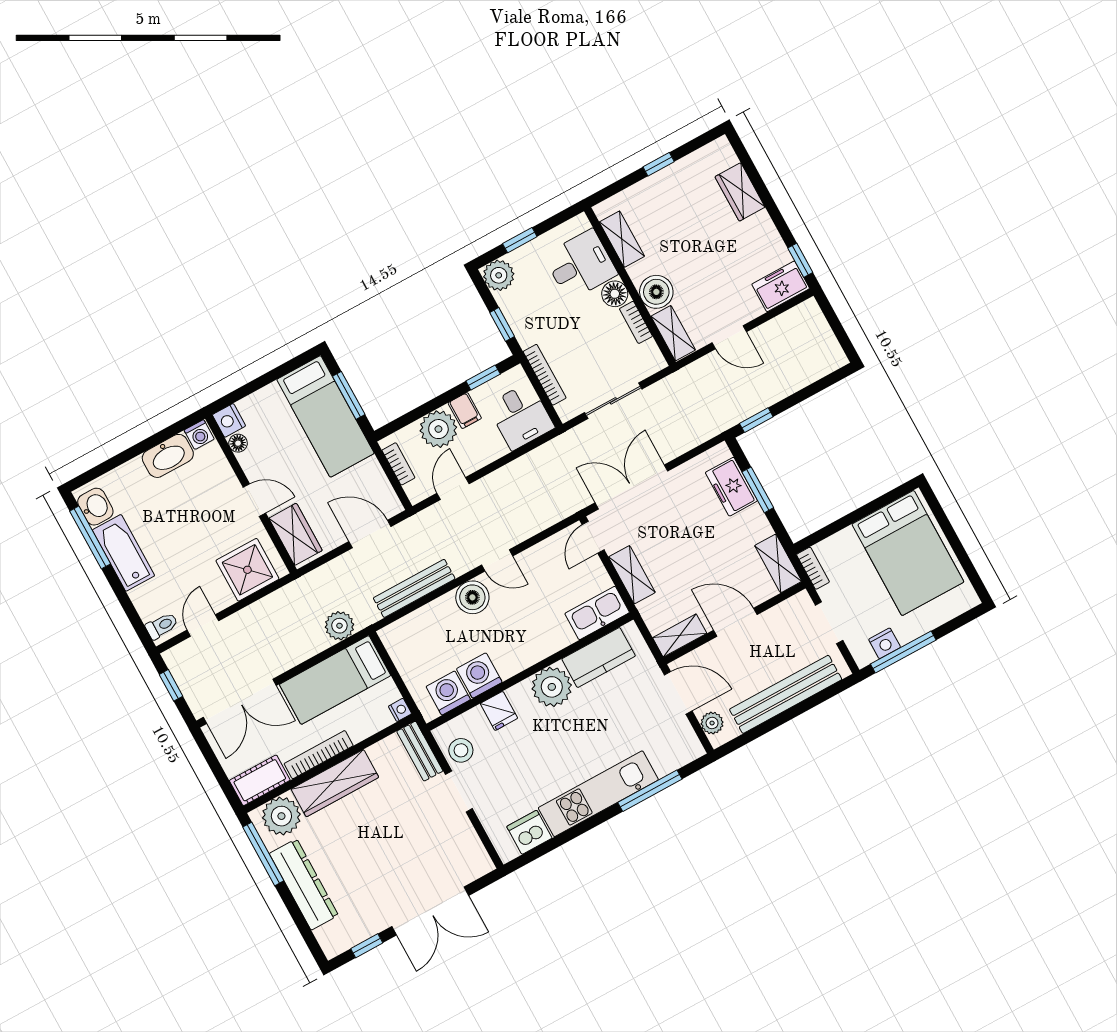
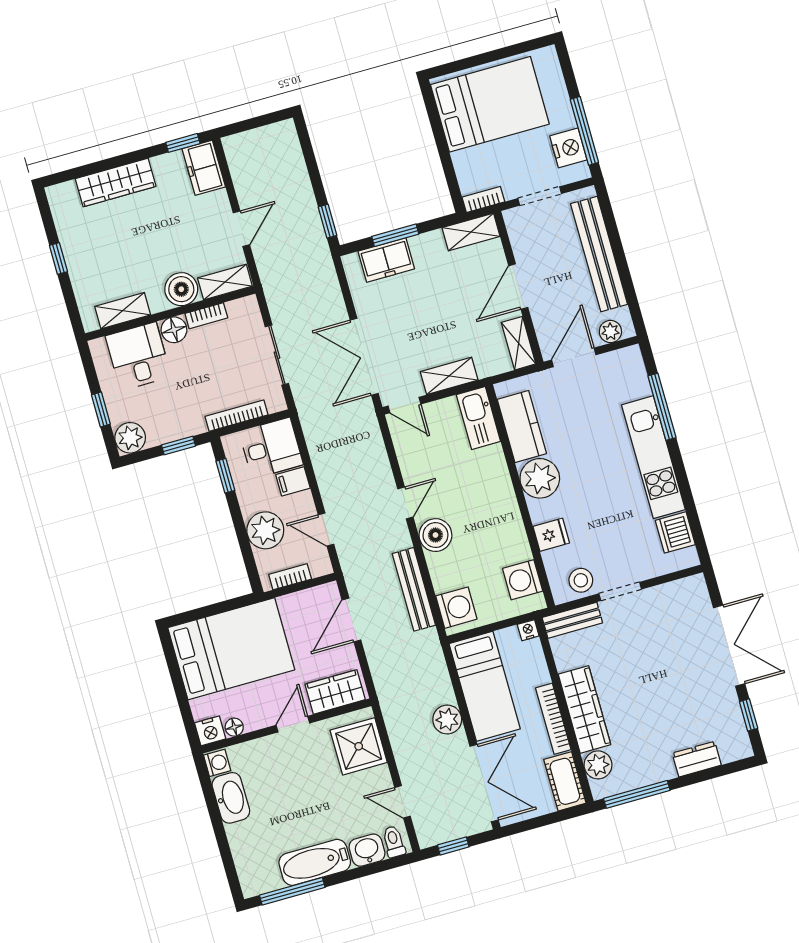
wardrobe: (740, 192) -> (116, 183), width x1.50
window: (349, 395) -> (213, 610), removed
filing cabinet: (465, 411) -> (293, 481), moved, turned 180
bed: (325, 416) -> (231, 649), width x1.50
washbasin: (95, 507) -> (367, 850), moved
plant: (339, 626) -> (447, 720), moved
nightstand: (885, 643) -> (568, 148), width x1.36, depth x1.33
washing machine: (479, 676) -> (456, 608), moved, turned 180
plant: (281, 816) -> (598, 765), width x0.73, depth x0.73
dresser: (304, 884) -> (697, 759), width x0.51, depth x0.80

